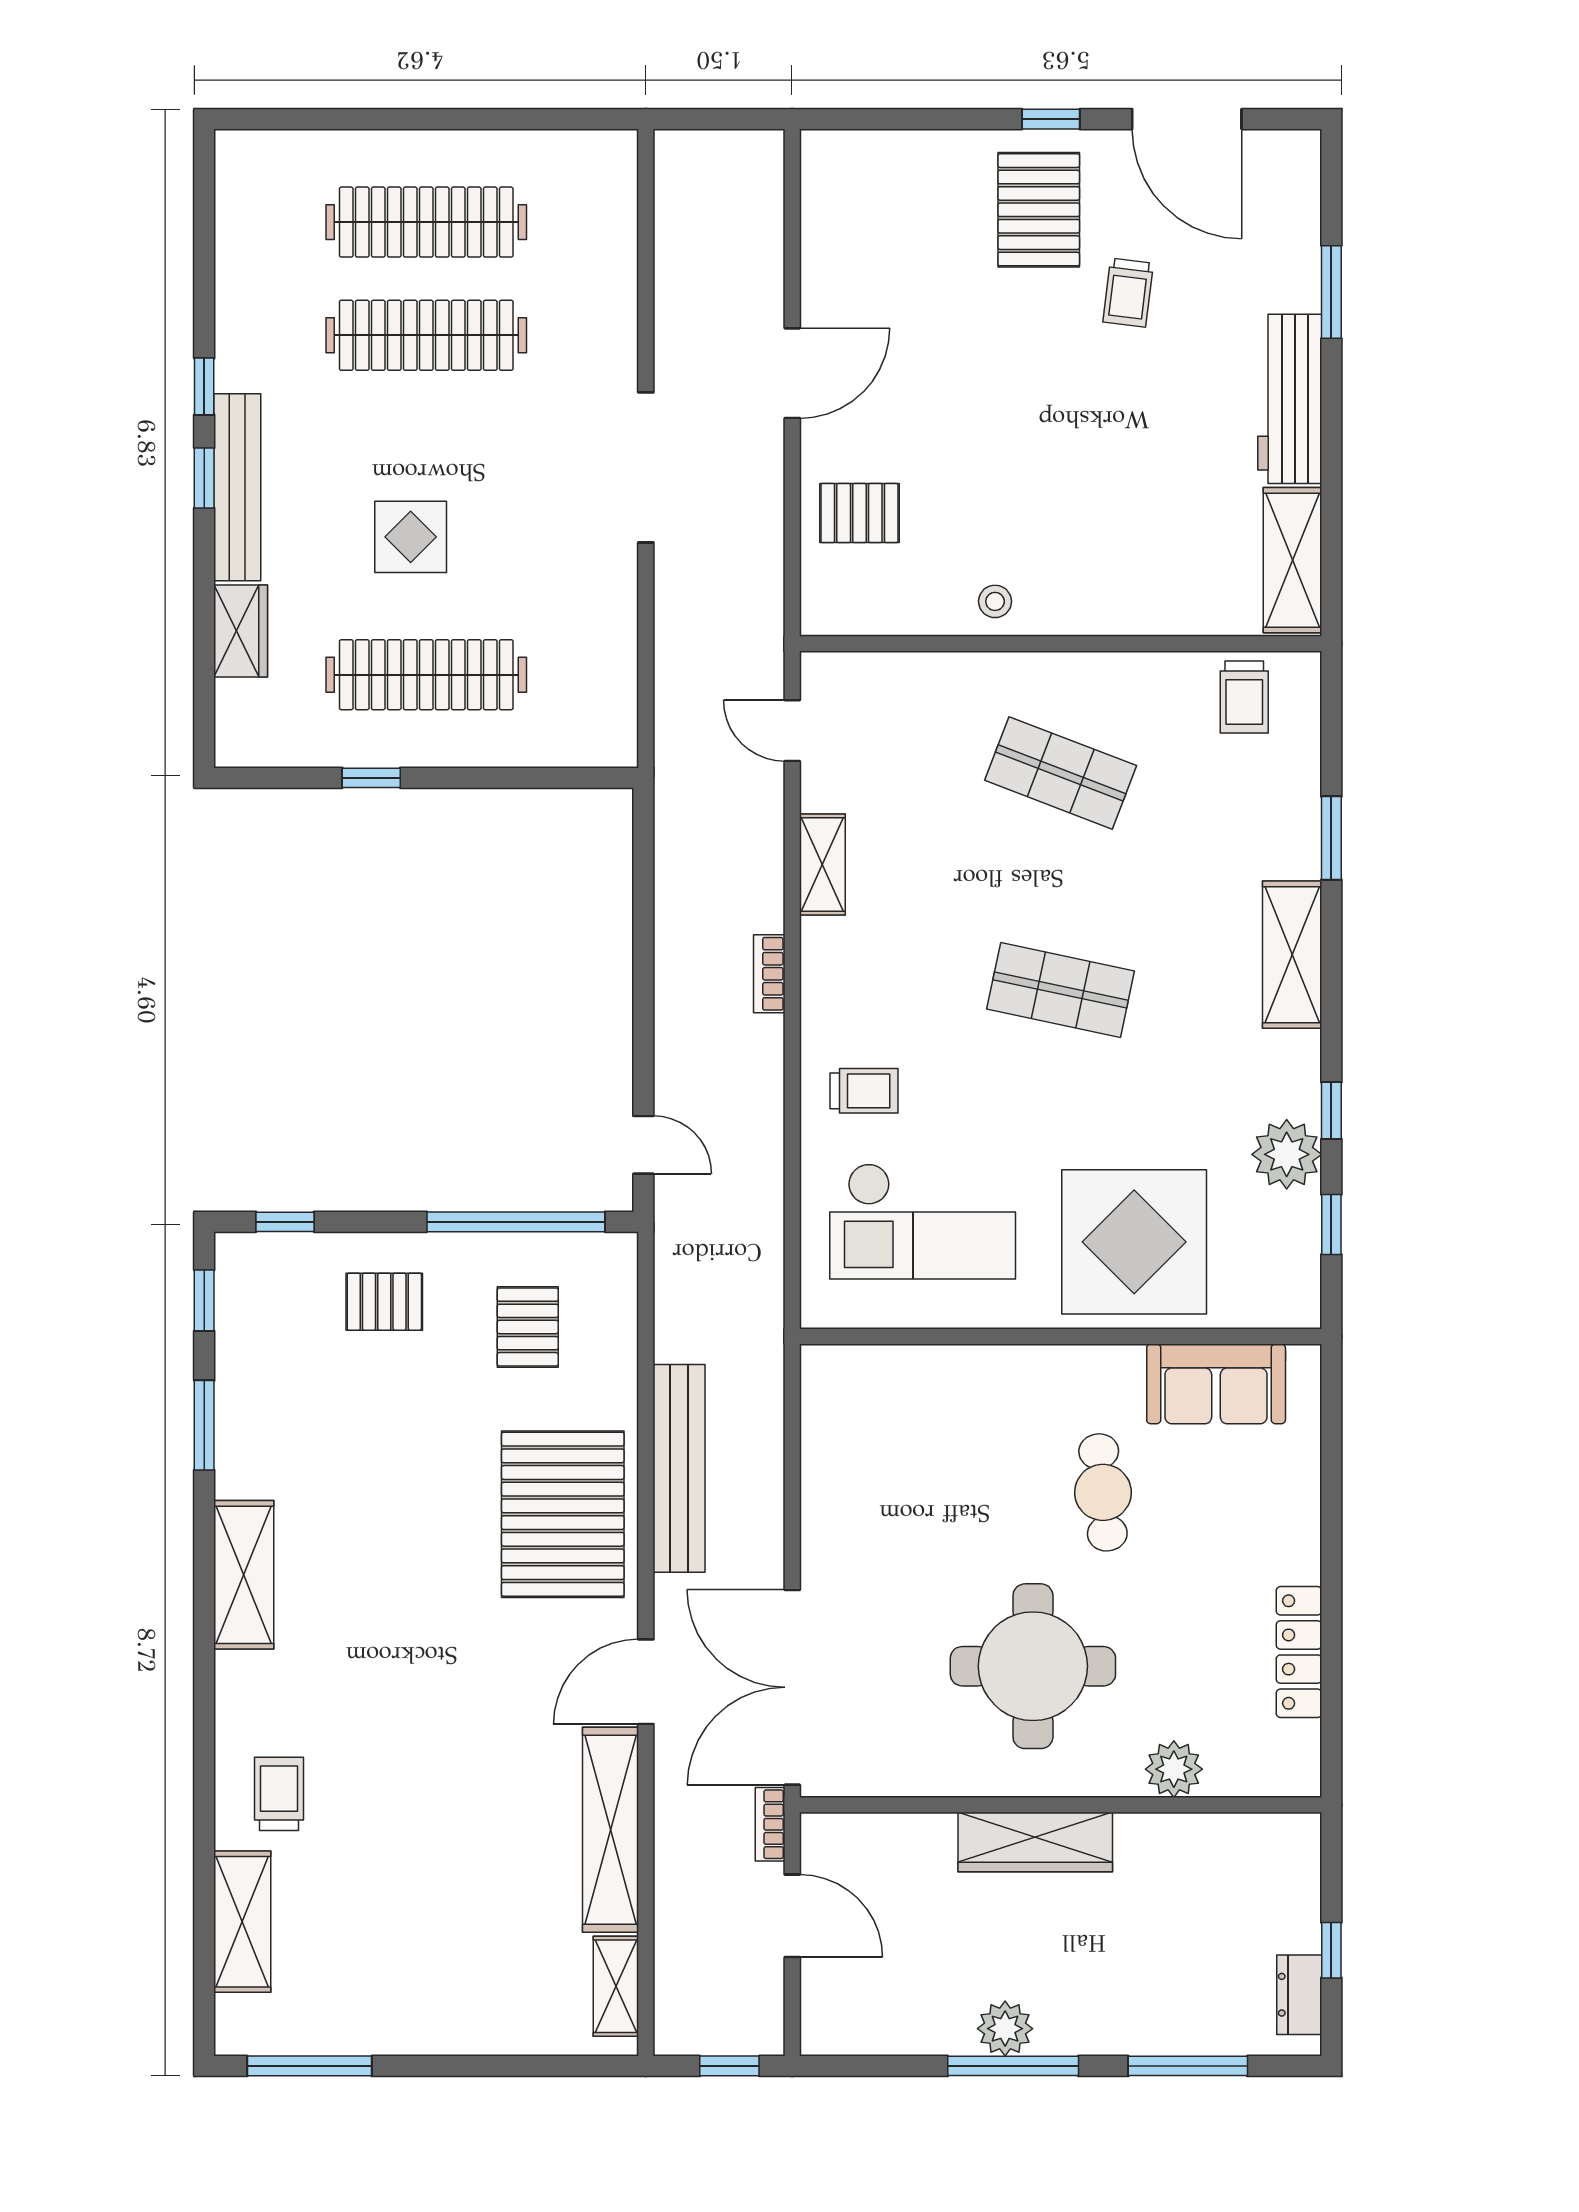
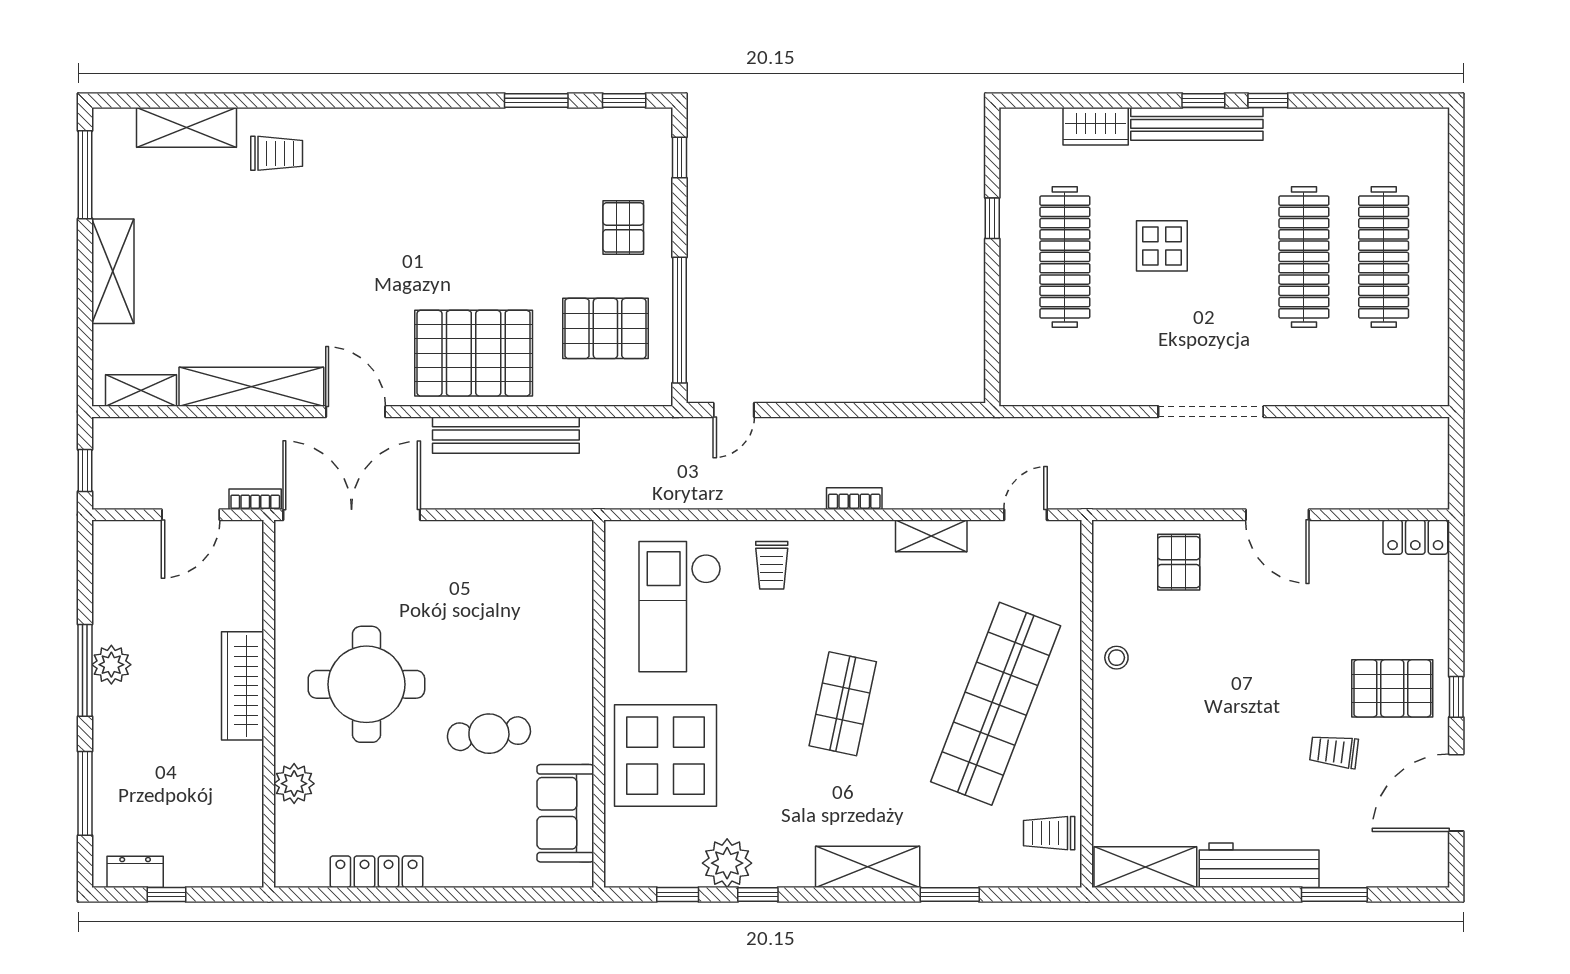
locker: (824, 177) -> (1415, 537), added
shop shelf: (1061, 773) -> (996, 704), width x2.00, depth x1.36
pallet: (528, 1327) -> (605, 328), width x1.50, depth x1.42
shelving: (244, 1575) -> (113, 271), moved, turned 90

